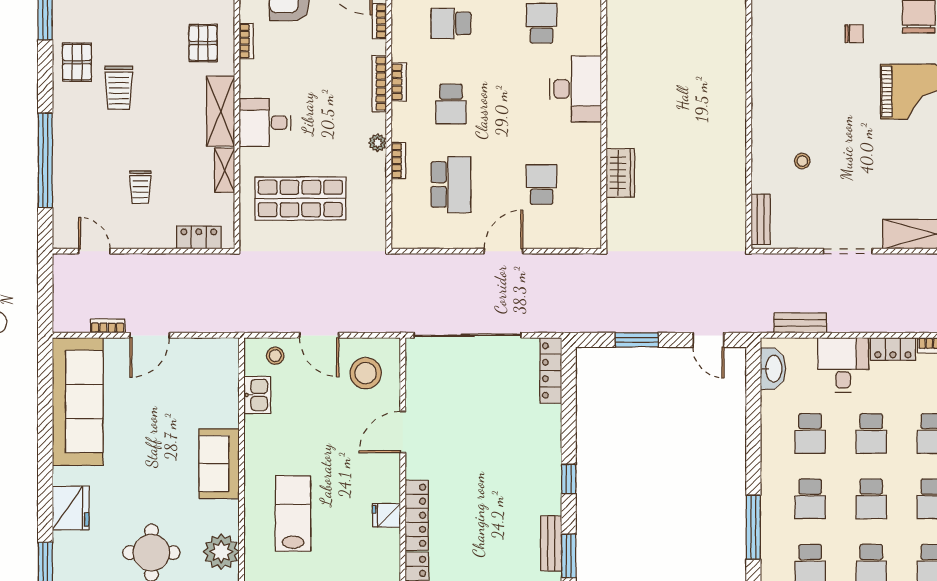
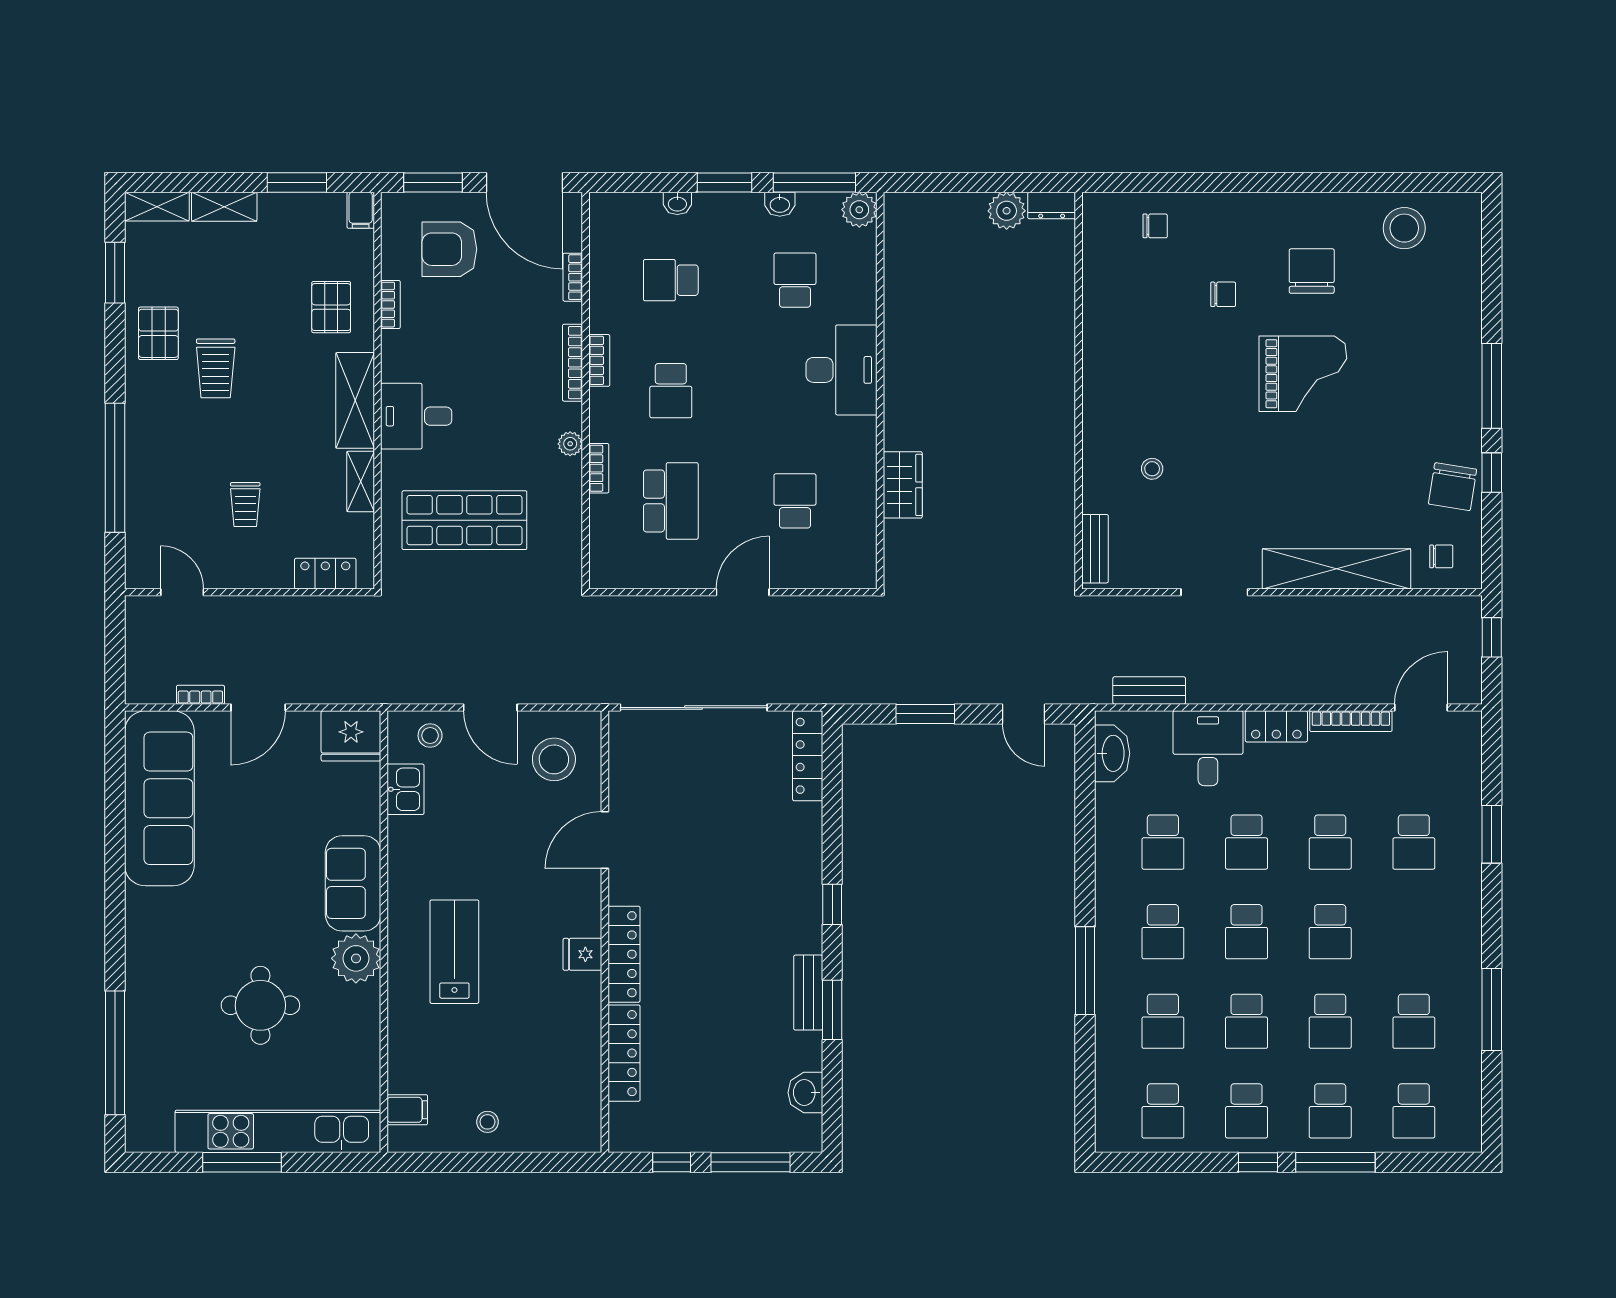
fridge: (71, 508) -> (351, 736), moved, turned 90
plant: (221, 552) -> (356, 958), moved

